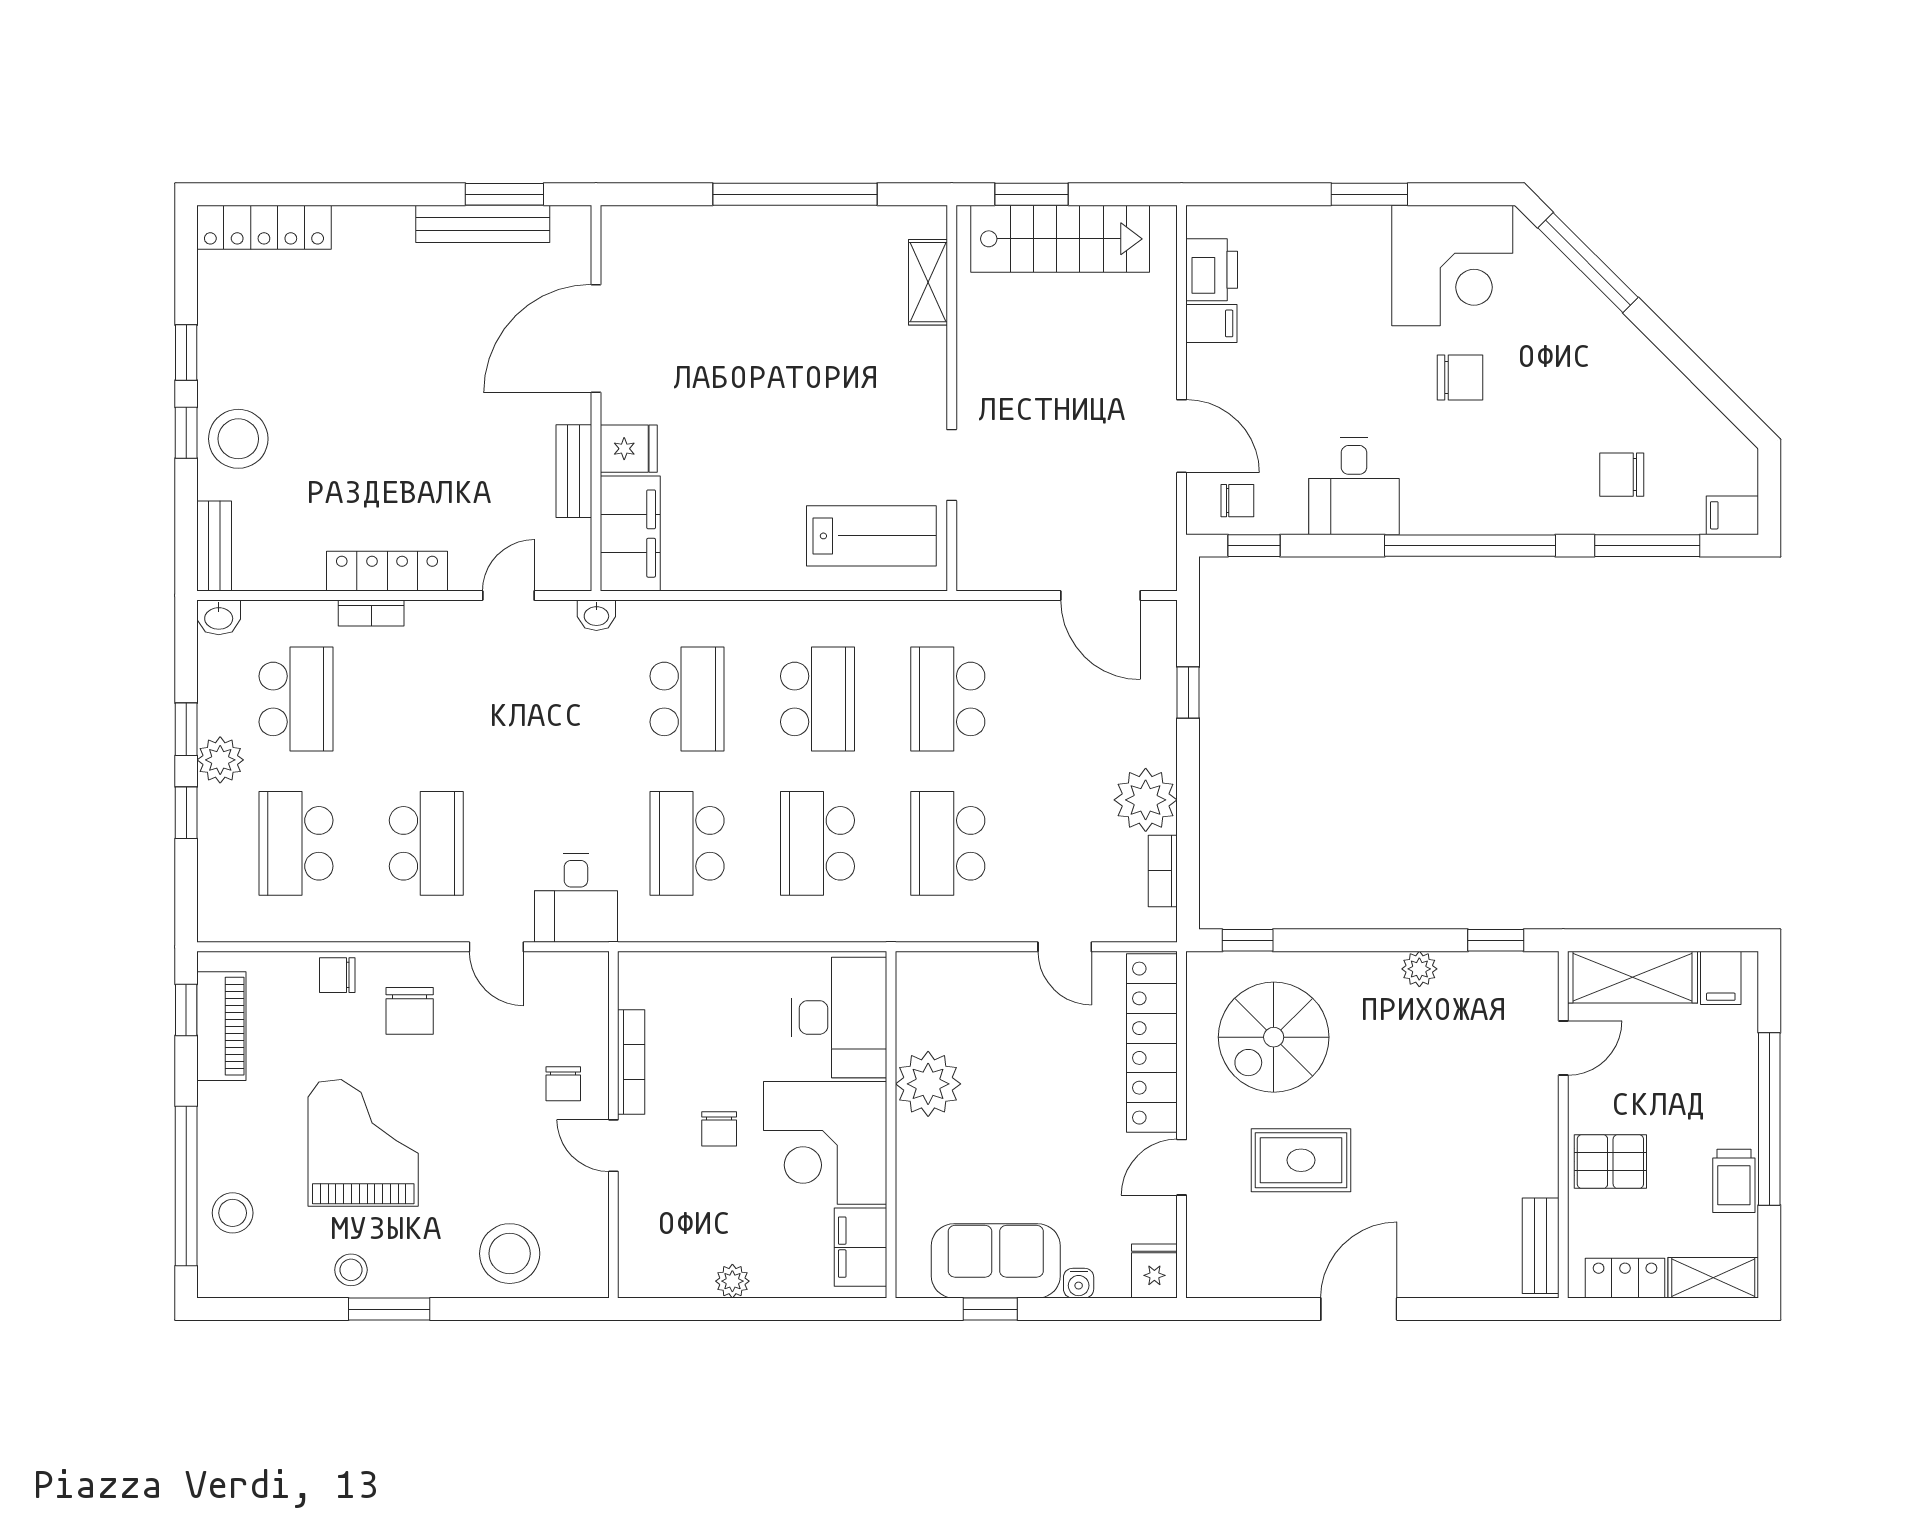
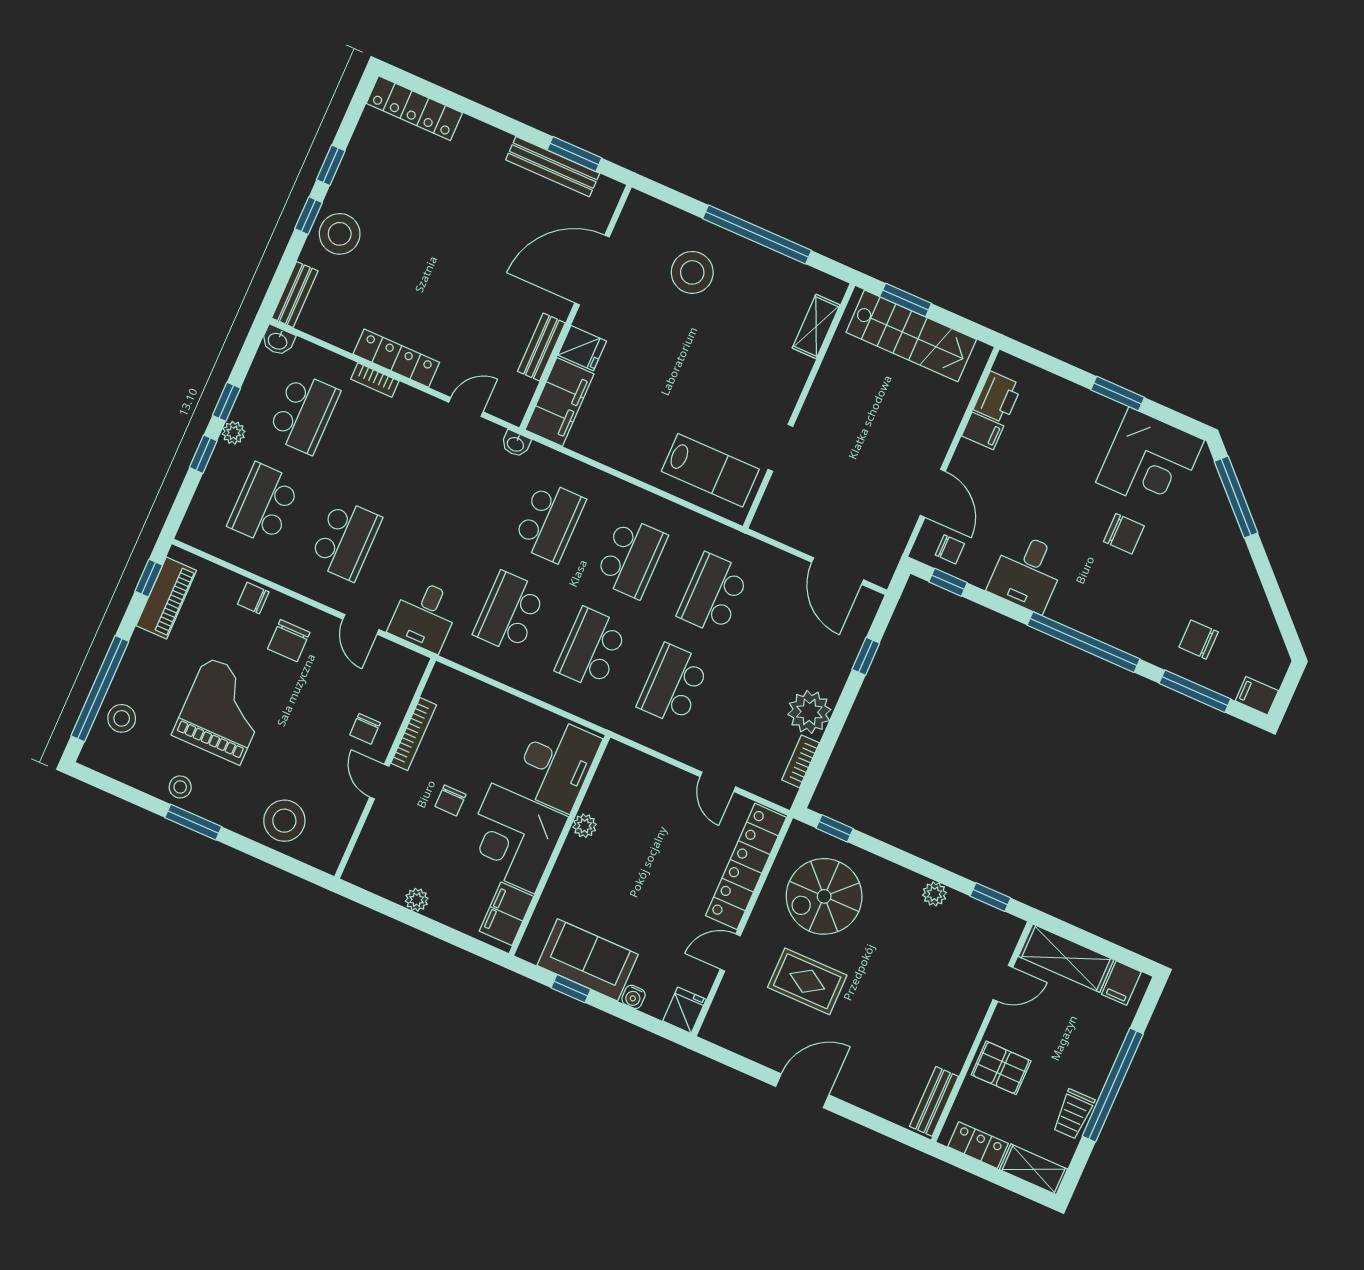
stool: (731, 283) -> (692, 272), added
plant: (220, 760) -> (234, 433), width x0.73, depth x0.73
plant: (928, 1084) -> (585, 826), width x0.53, depth x0.53

